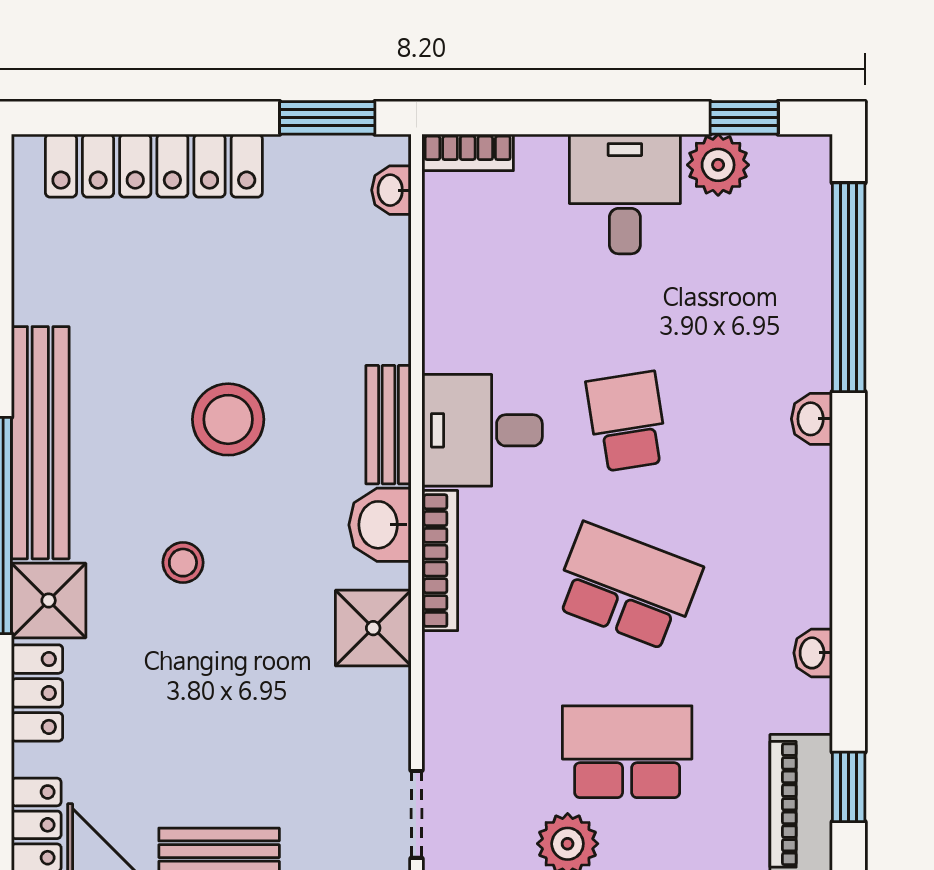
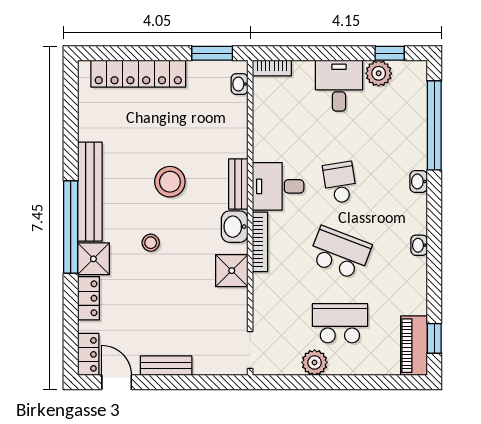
washbasin: (813, 653) -> (419, 245), moved

